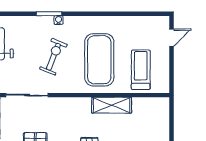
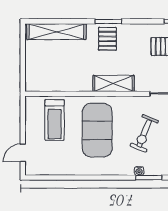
shelving: (112, 105) -> (114, 84), moved

